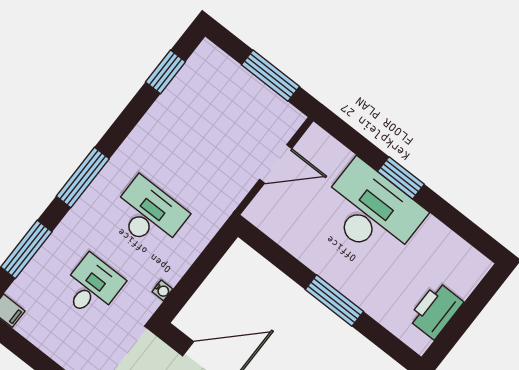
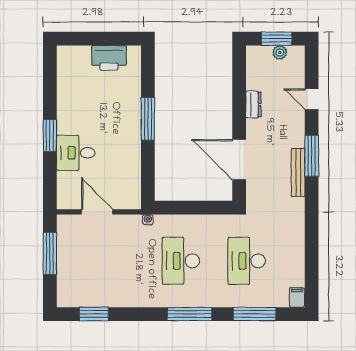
desk: (372, 211) -> (76, 153), width x0.53, depth x0.77
desk: (92, 287) -> (247, 261), width x1.37
water cooler: (162, 290) -> (148, 220), moved

